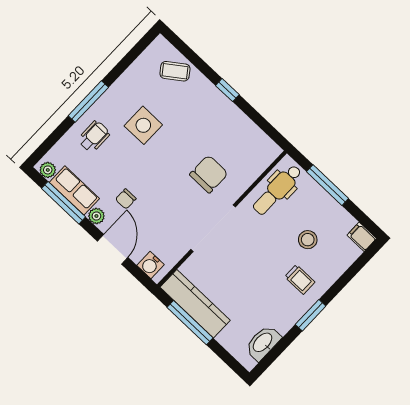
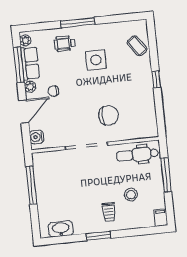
wheelchair: (94, 137) -> (65, 44), turned 180
kitchen counter: (195, 304) -> (43, 178), removed

